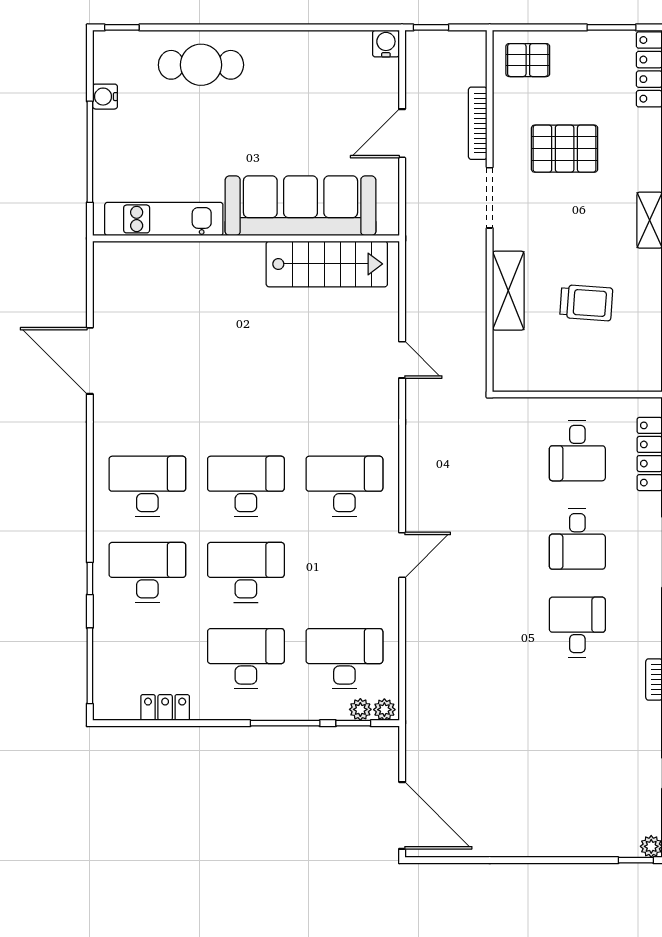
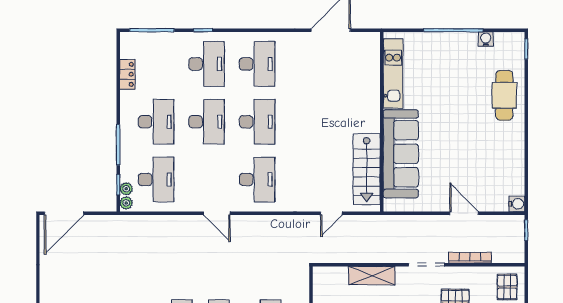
sofa: (300, 206) -> (401, 154), moved
kitchen unit: (164, 219) -> (393, 74), moved
wall: (246, 238) -> (382, 122), moved
stairs: (327, 264) -> (367, 169), moved

